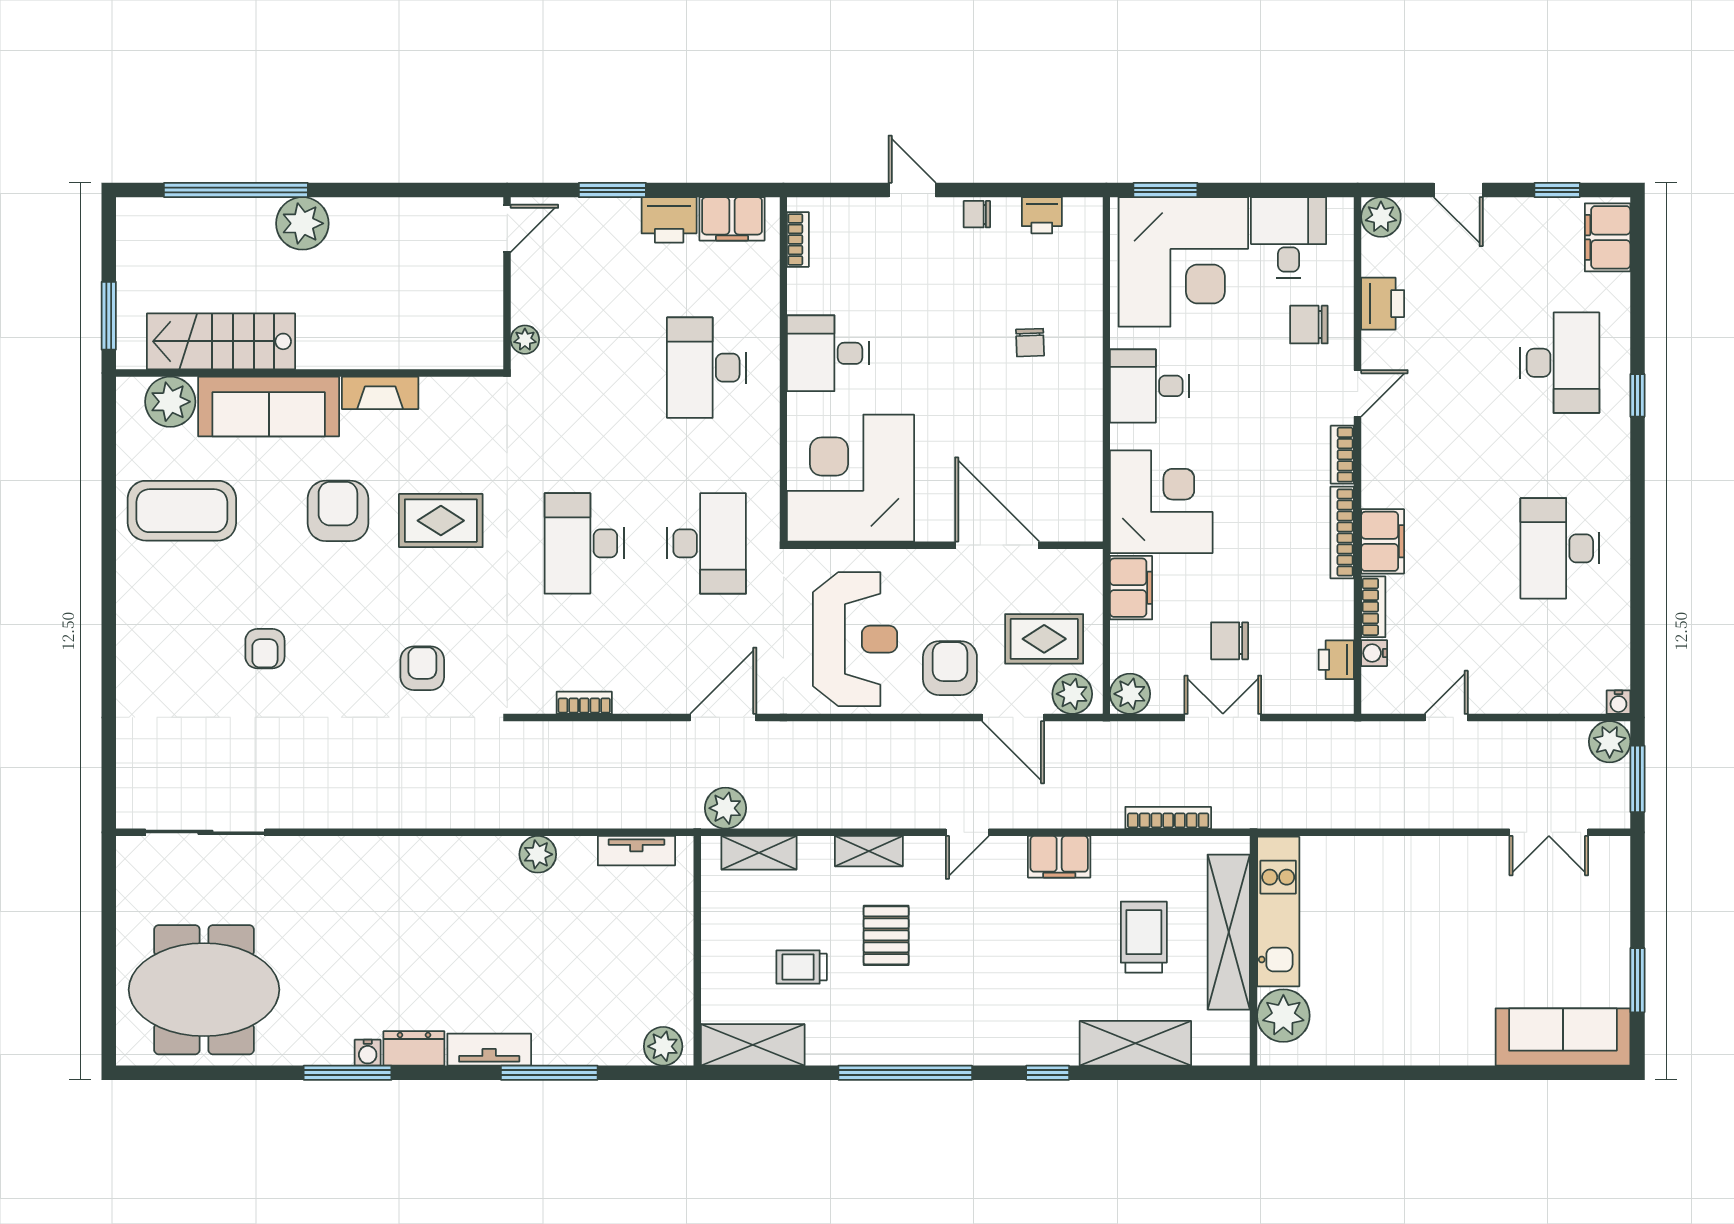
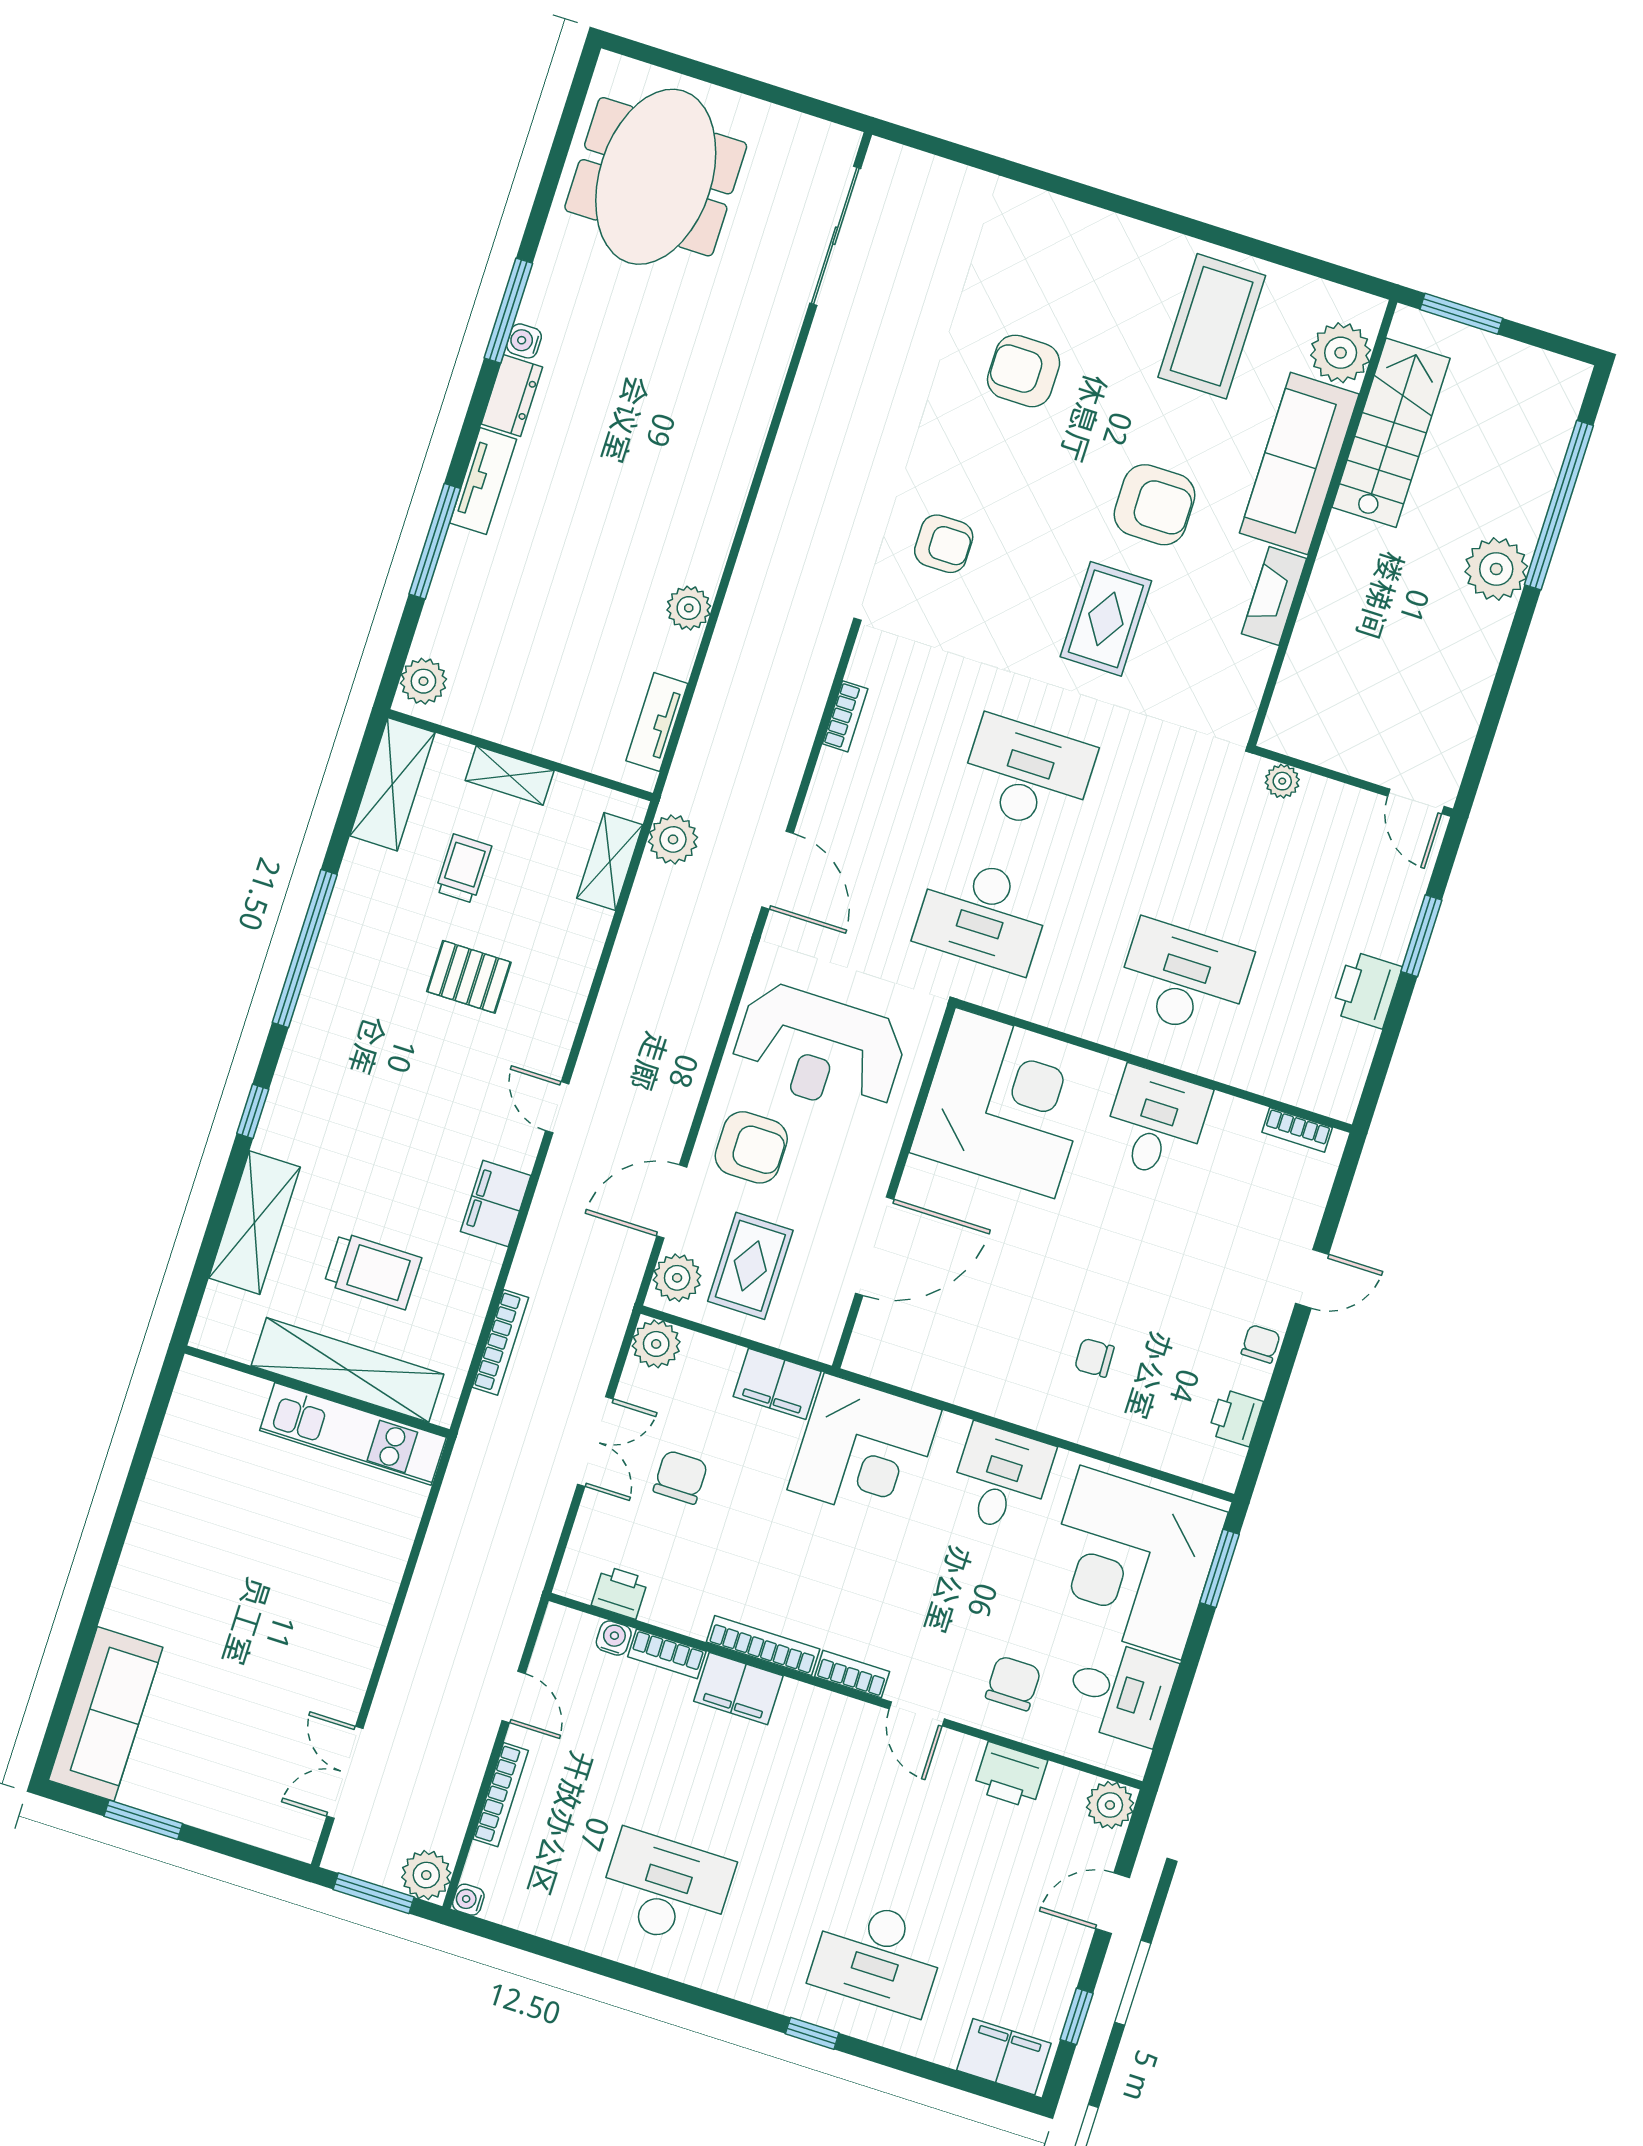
filing cabinet: (732, 219) -> (1345, 1062), removed
armchair: (265, 649) -> (1024, 371), width x1.38, depth x1.38
bookcase: (1527, 703) -> (501, 1795), added
shelving: (869, 851) -> (510, 776), moved, turned 90
plant: (1283, 1016) -> (232, 1402), removed

